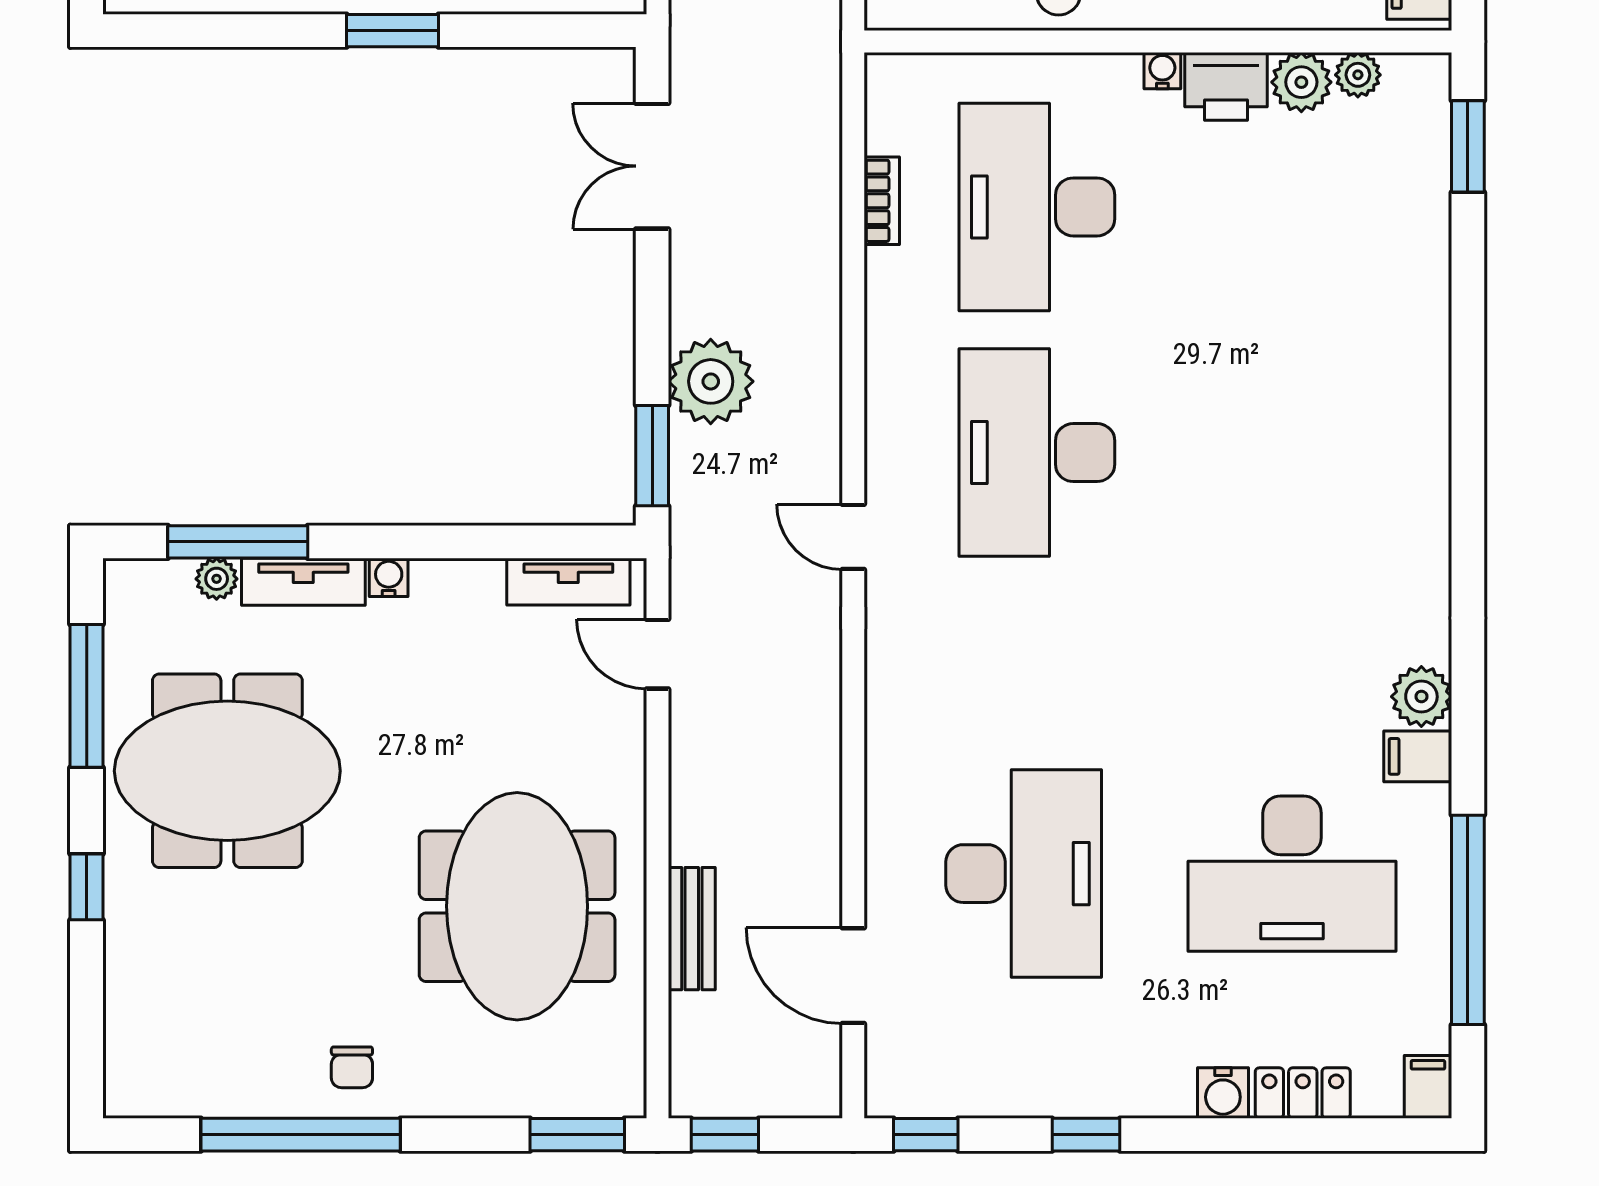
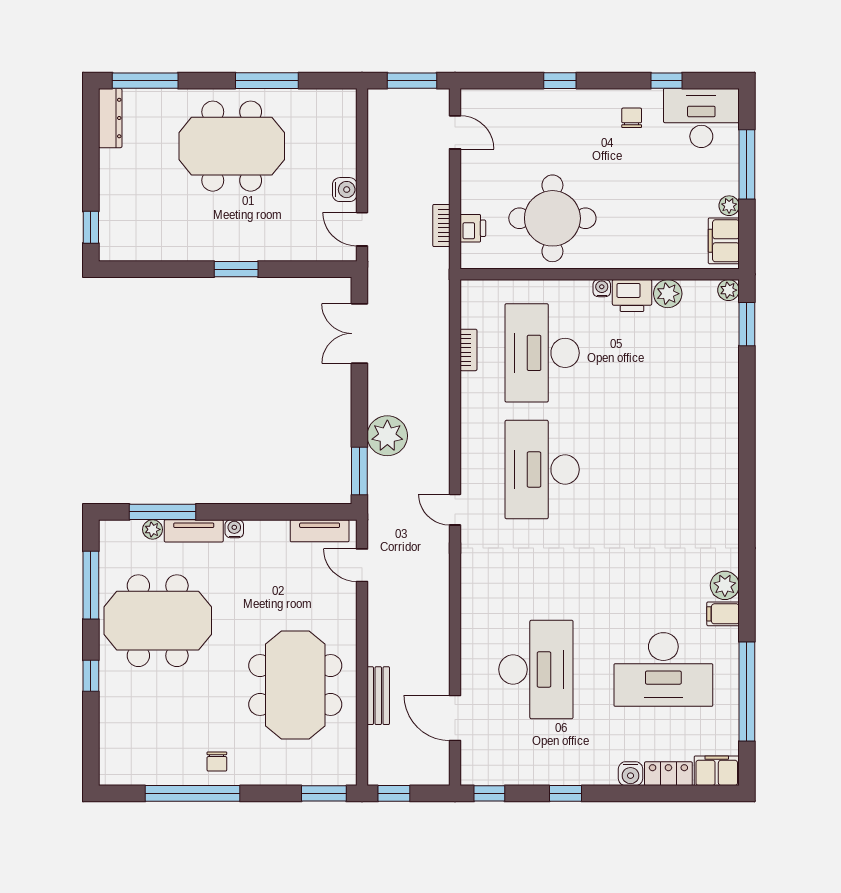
plant: (1358, 75) -> (728, 290), moved
filing cabinet: (1428, 1087) -> (717, 771), width x2.00

